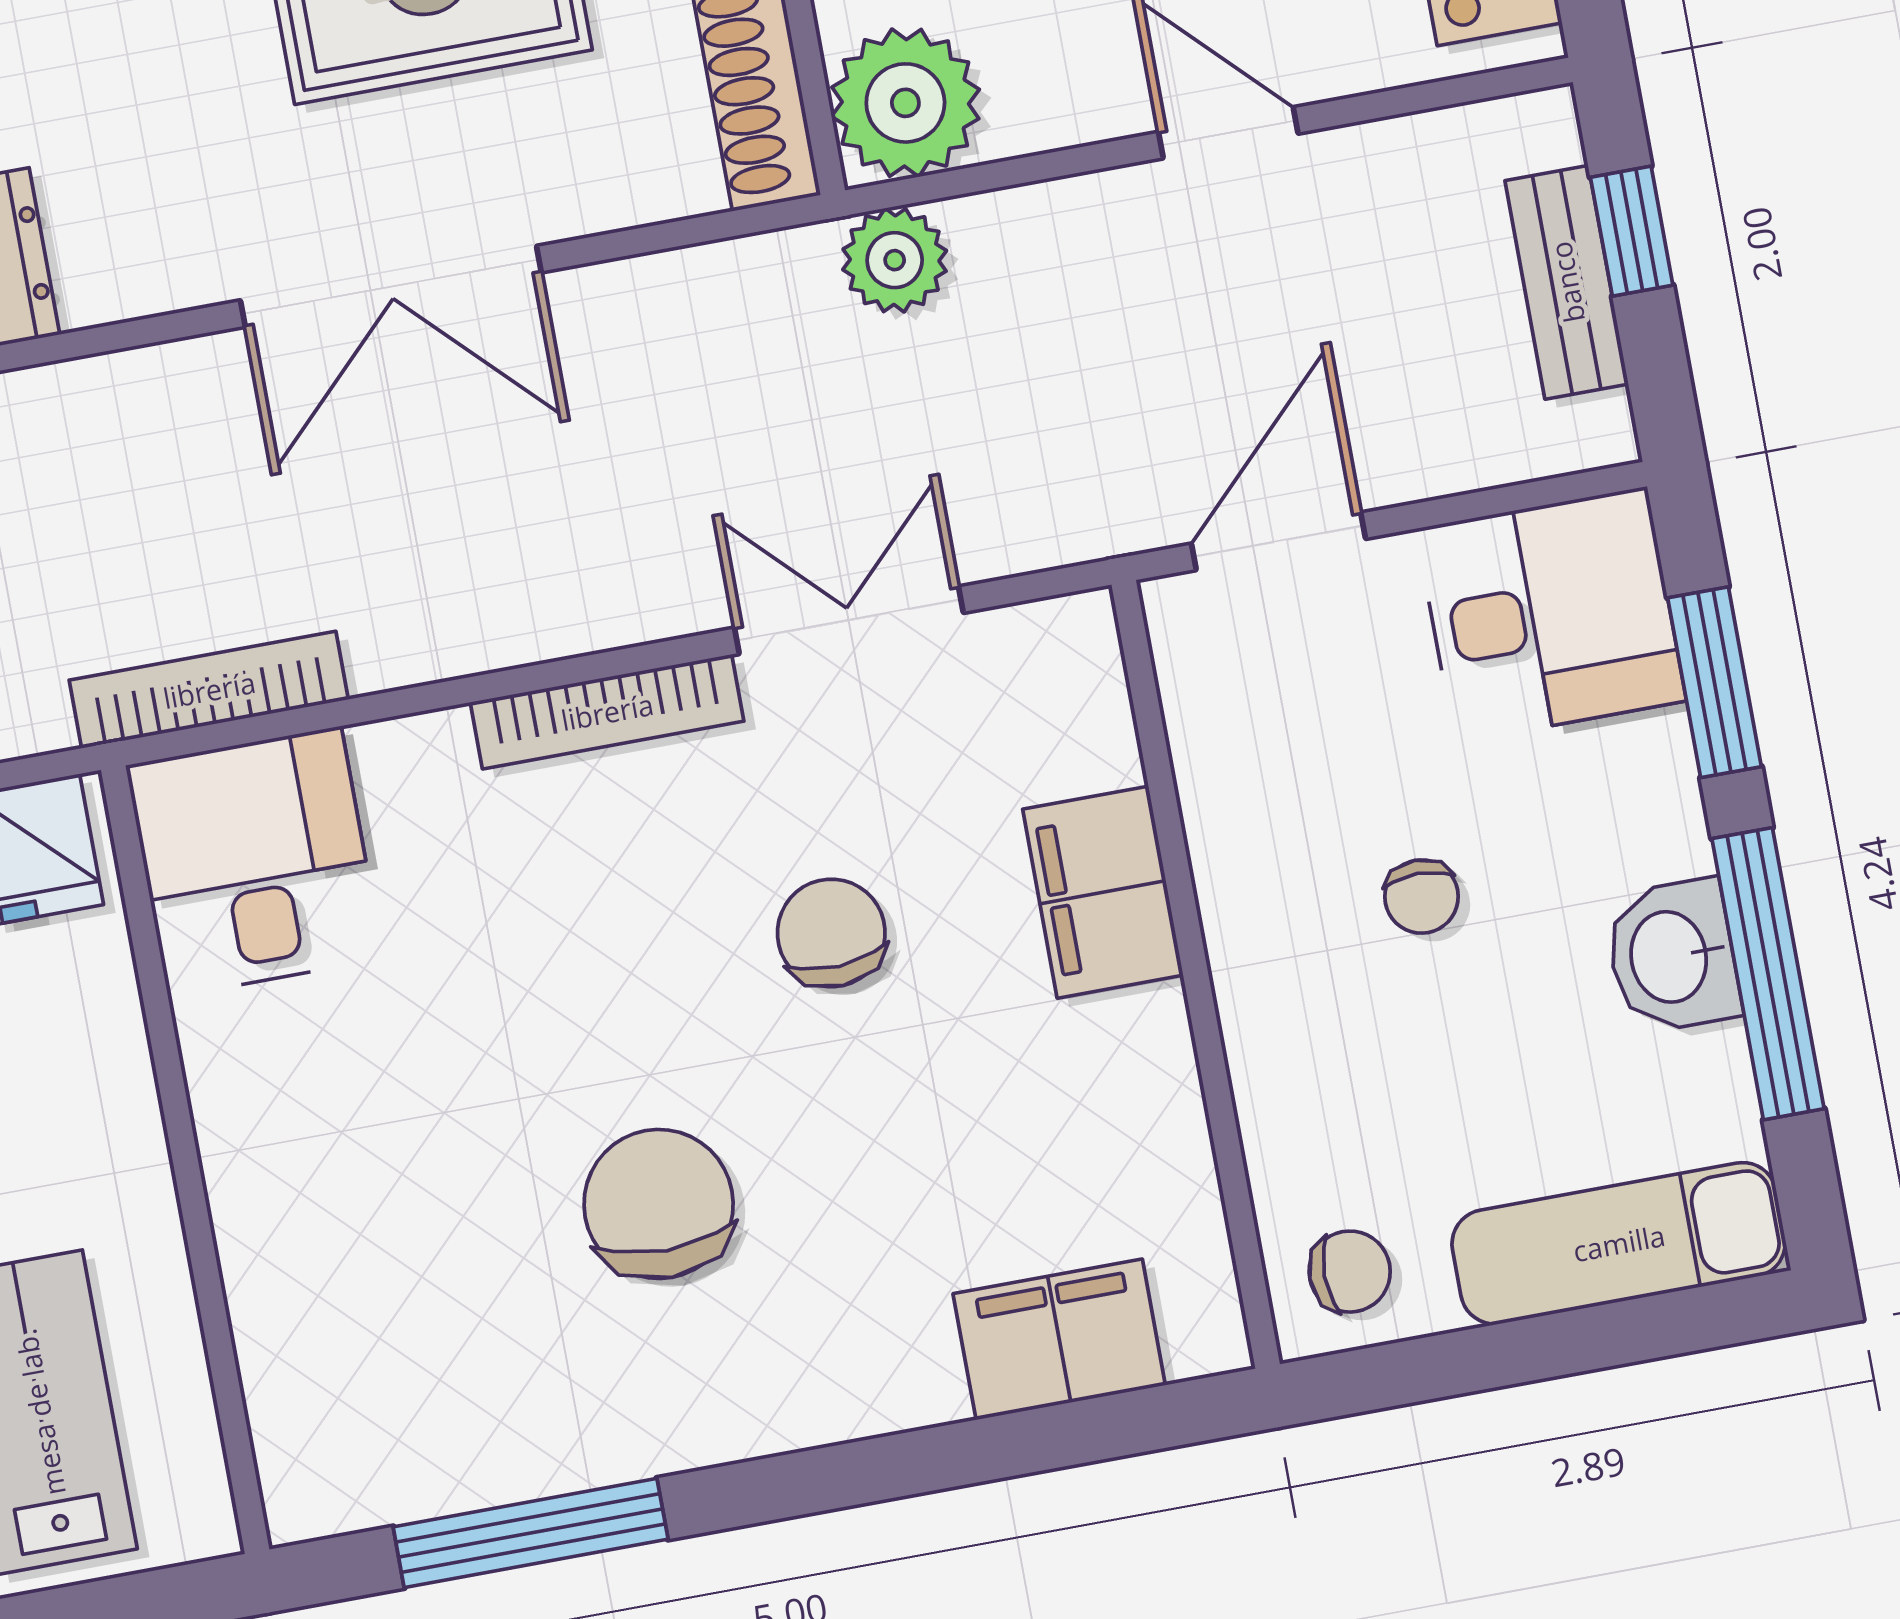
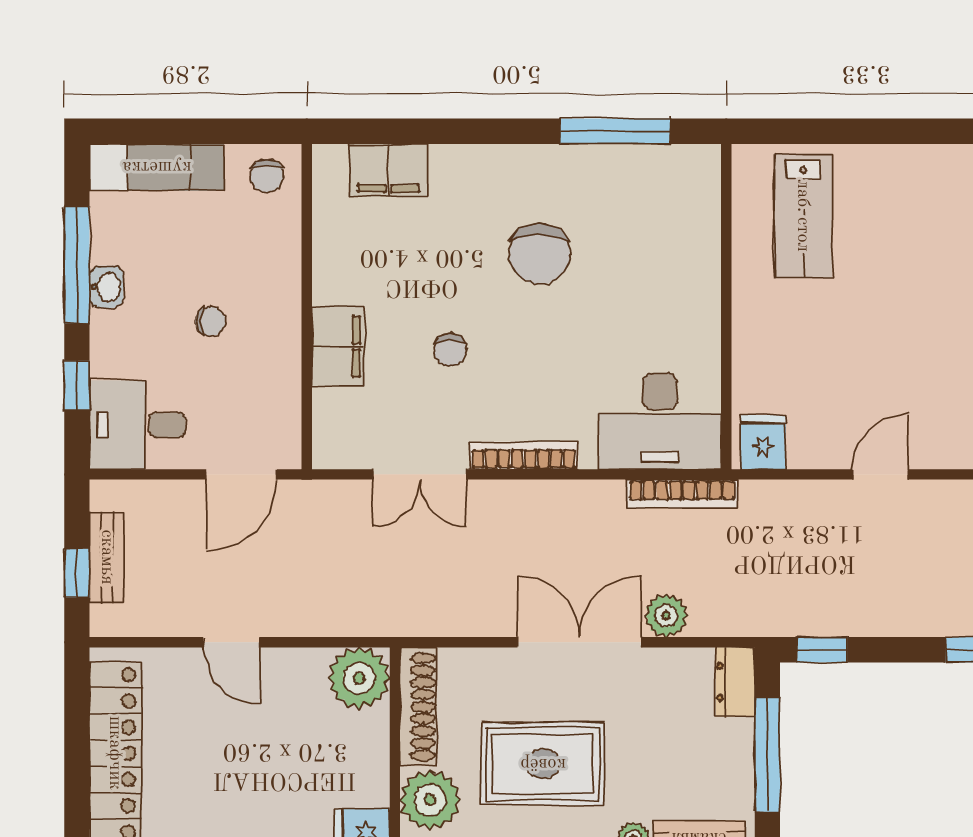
plant: (895, 260) -> (666, 616), moved
window: (1714, 682) -> (77, 386), width x0.67
desk: (255, 862) -> (660, 421), width x1.37
chair: (1421, 897) -> (210, 321), turned 90
chair: (831, 933) -> (450, 350), width x0.73, depth x0.73
washbasin: (1672, 956) -> (106, 287), width x0.72, depth x0.69
chair: (1350, 1272) -> (267, 176), turned -90

